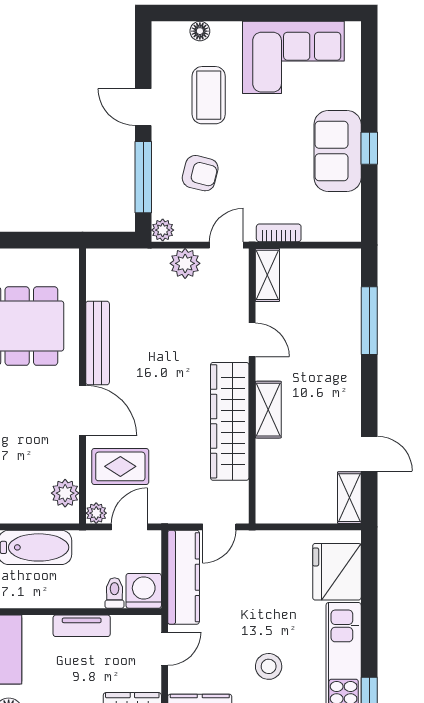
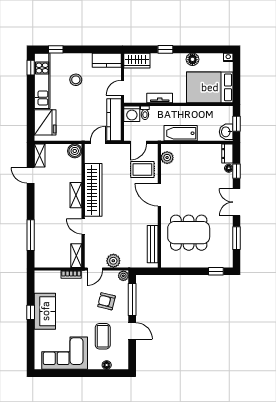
bench: (98, 343) -> (153, 244), moved
boiler: (271, 508) -> (75, 151), added
plant: (96, 513) -> (153, 149), removed

